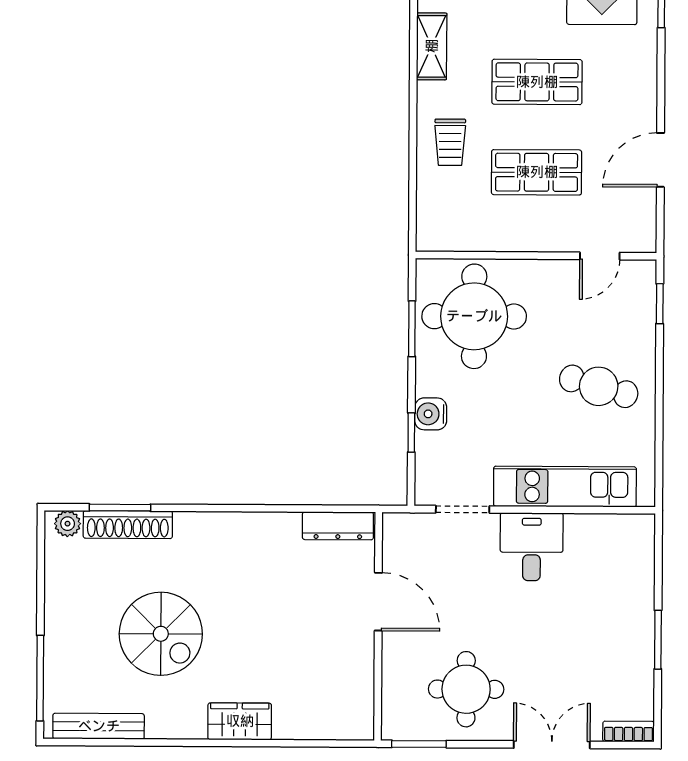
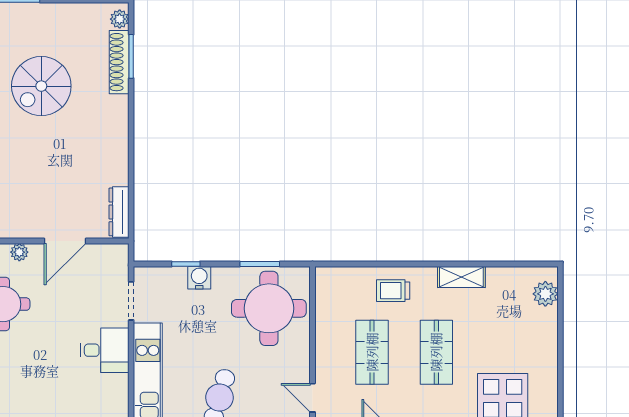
plant: (394, 666) -> (19, 252), added

